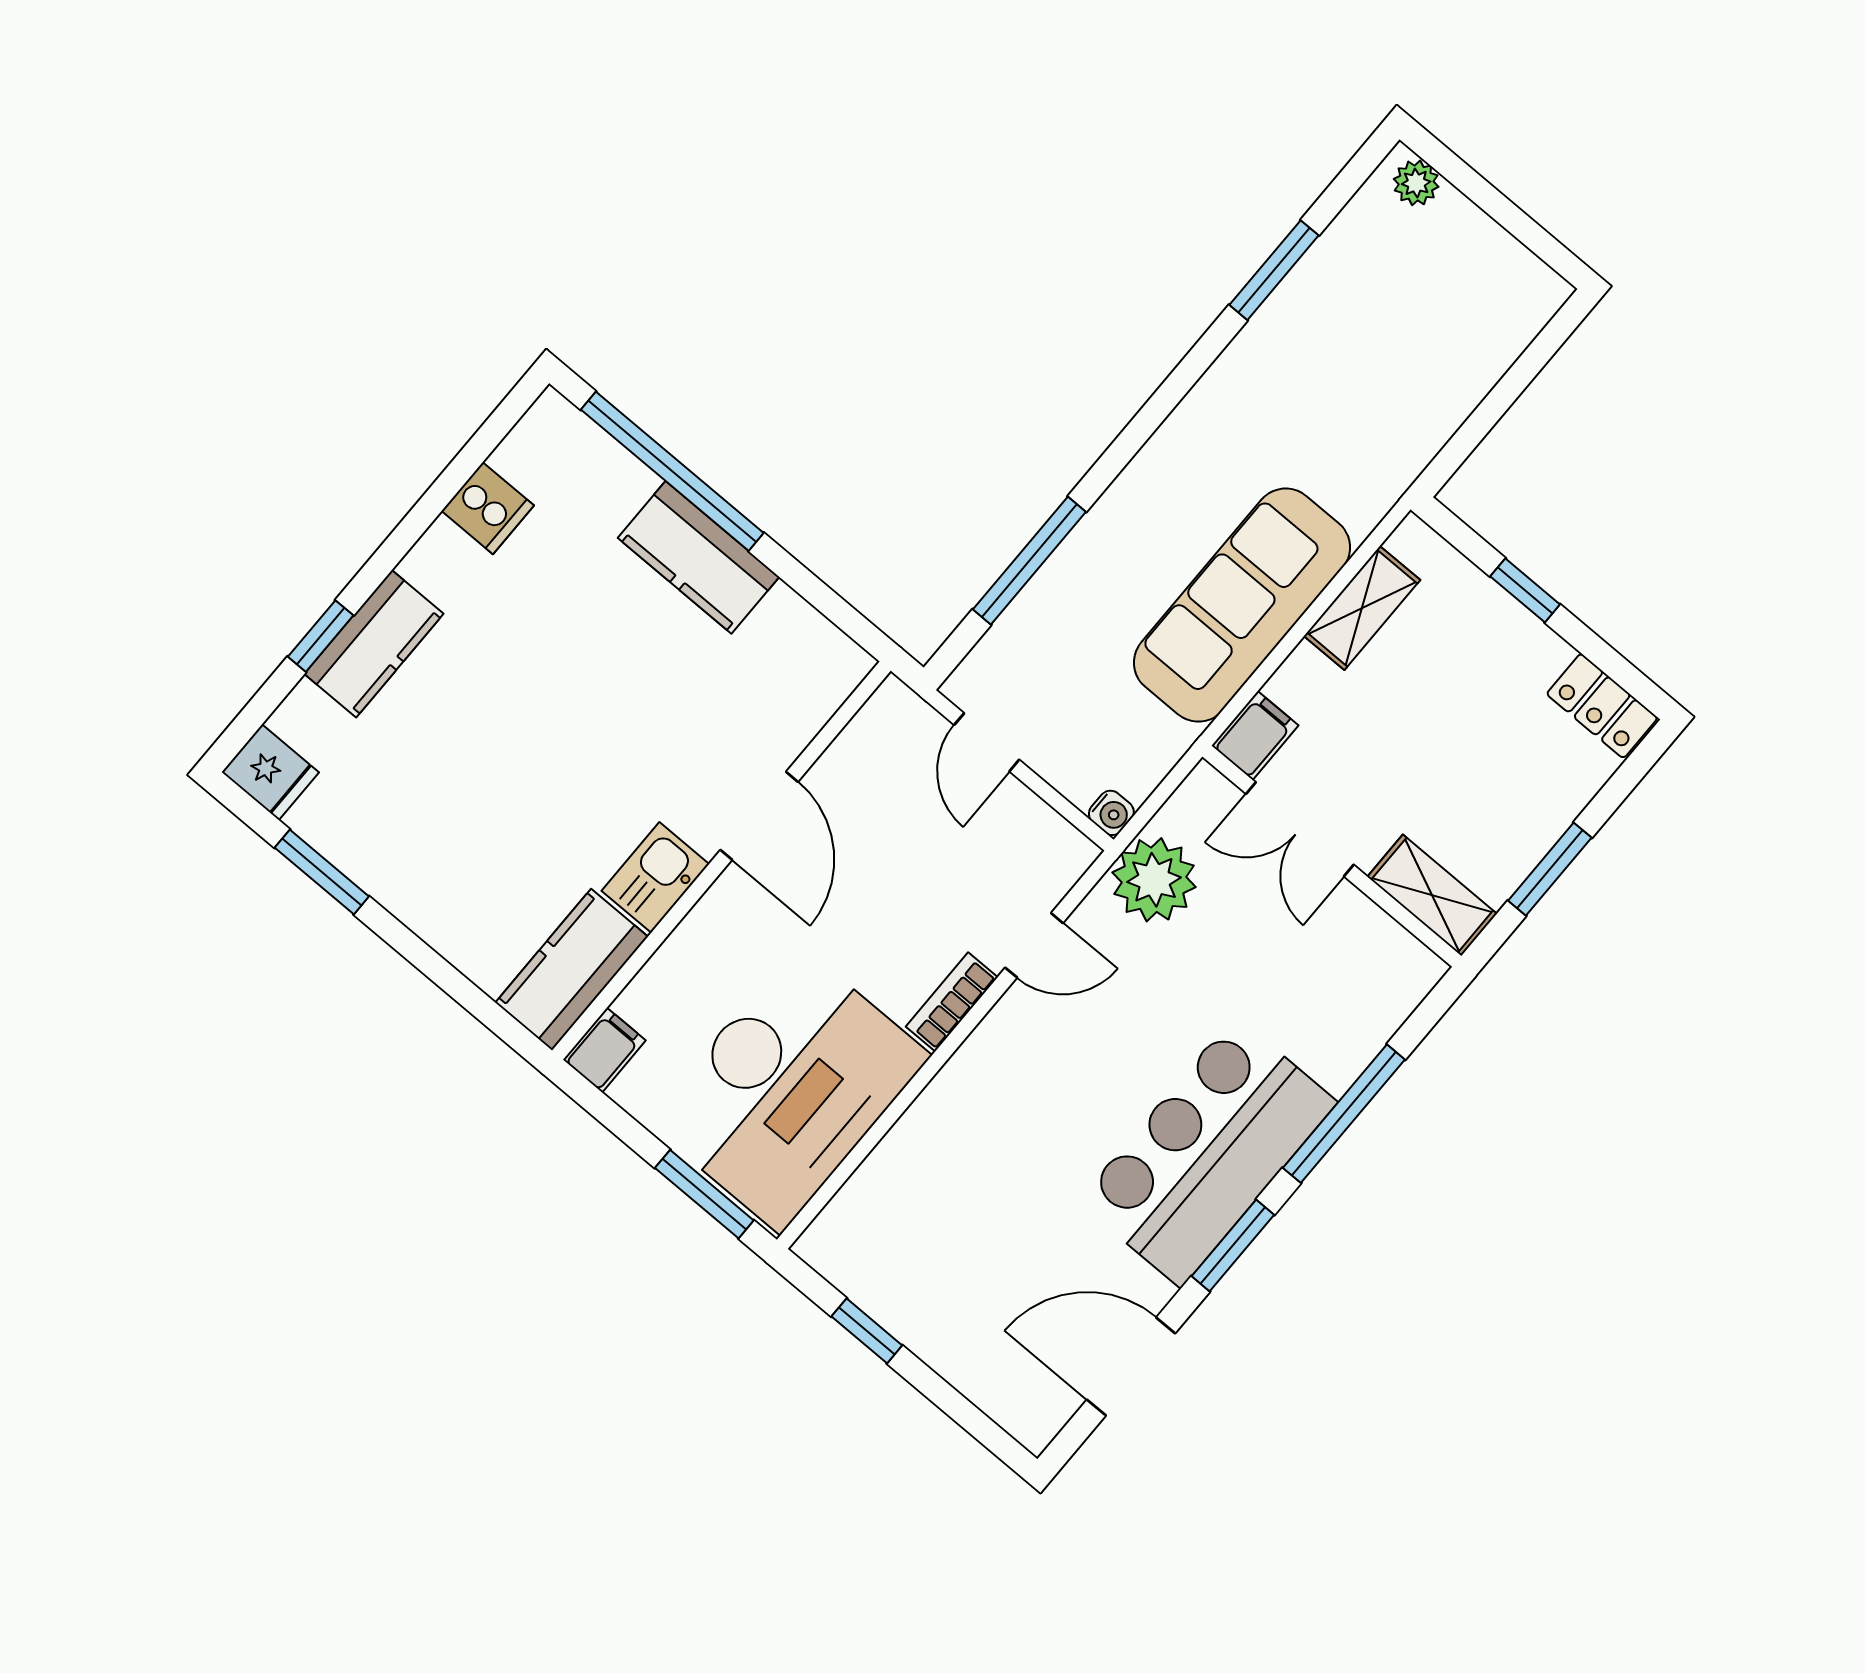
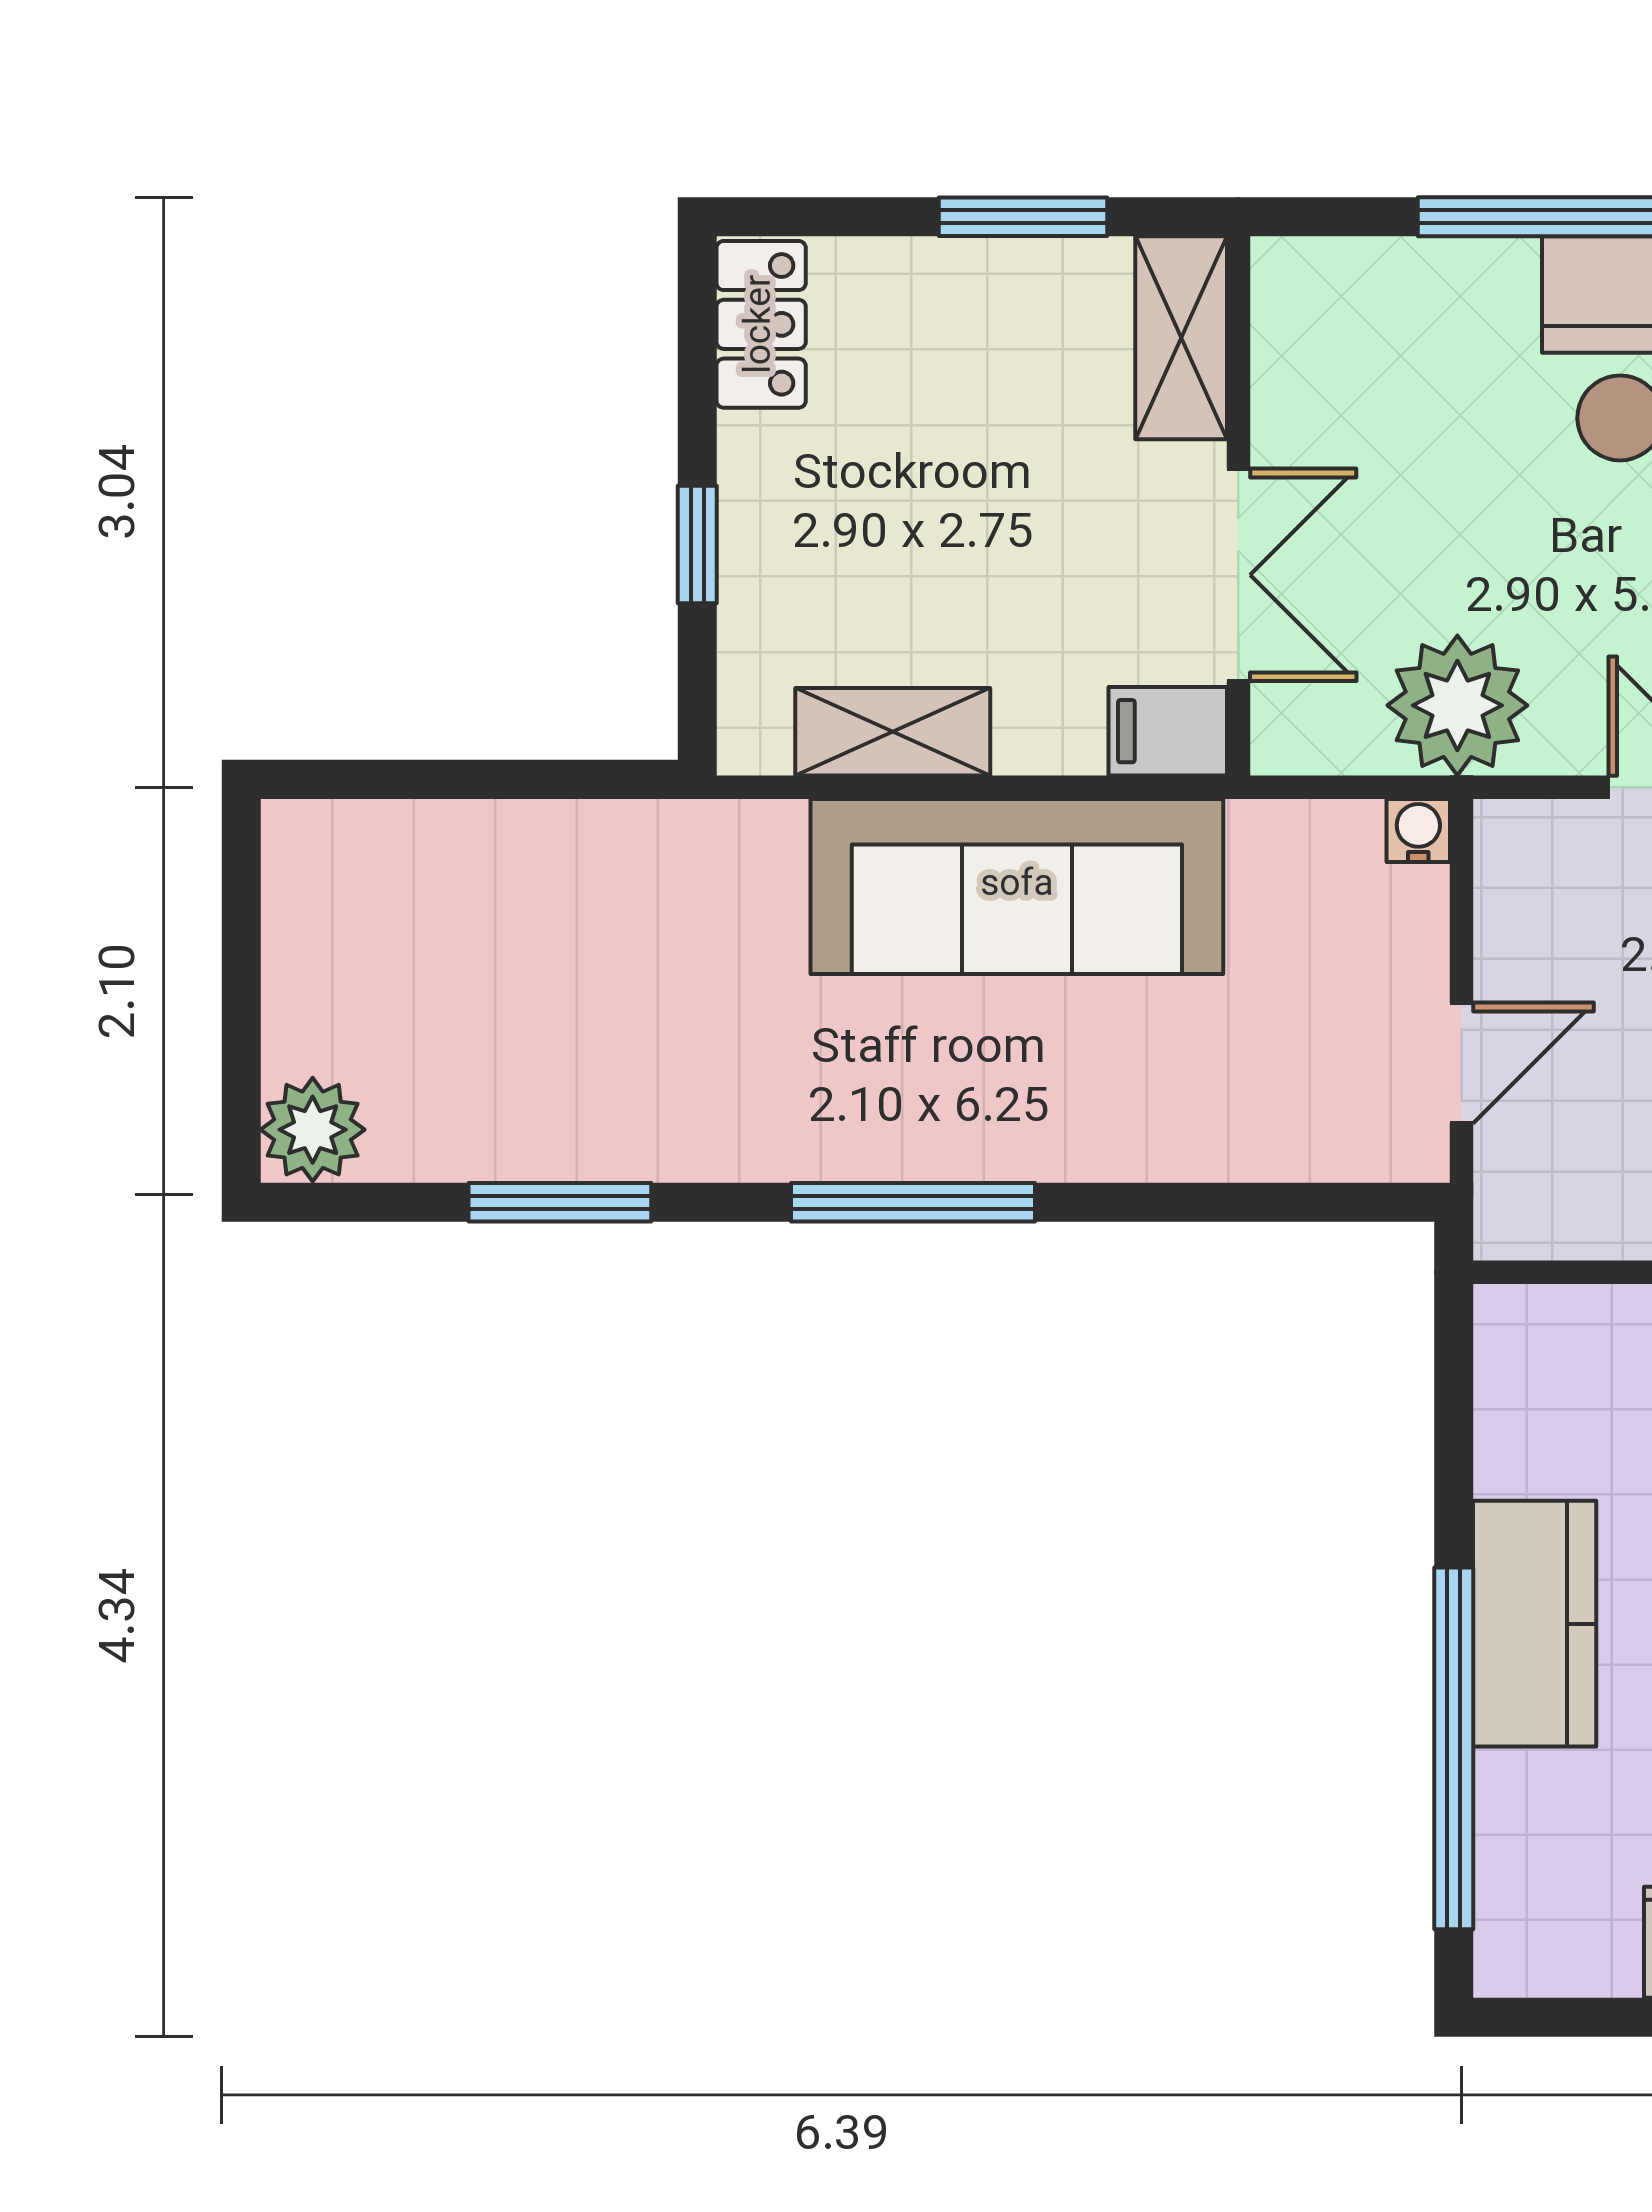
plant: (1416, 183) -> (313, 1130), width x1.38, depth x1.38
window: (1029, 561) -> (913, 1202), moved

